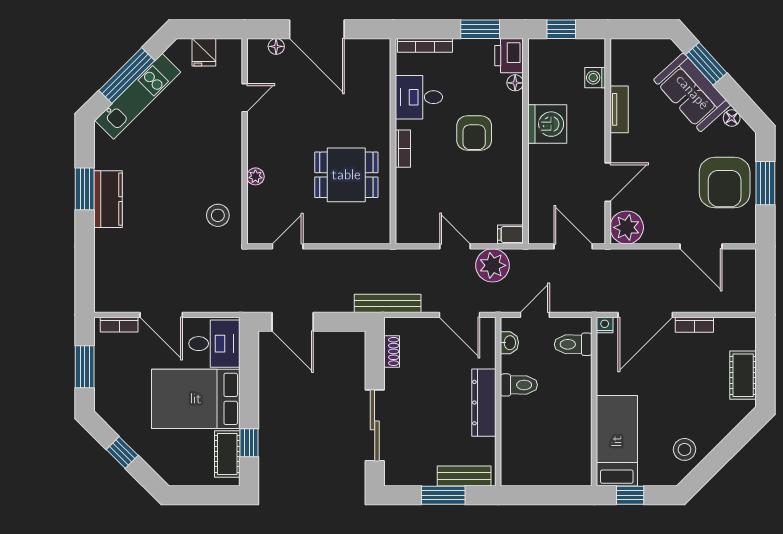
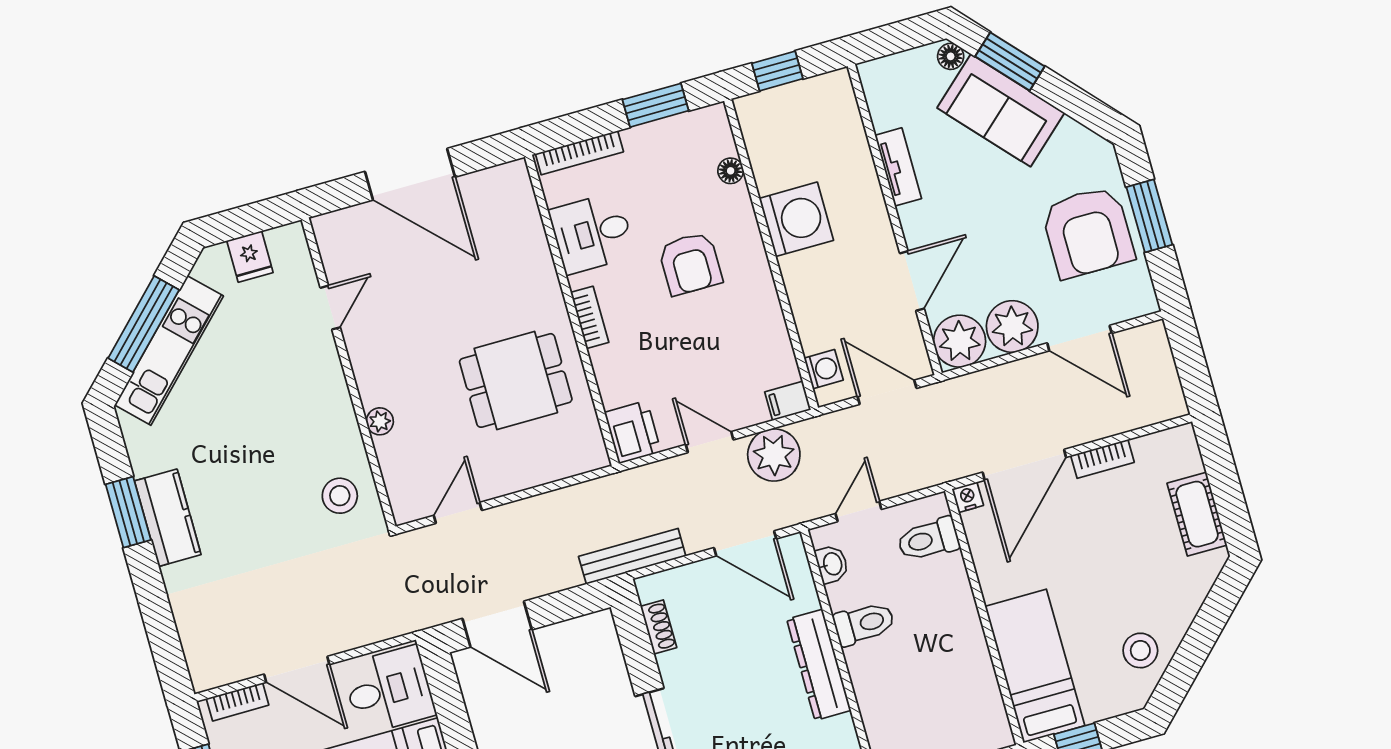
floor lamp: (276, 46) -> (356, 217), removed
printer: (509, 56) -> (633, 432), moved, turned 180
washing machine: (595, 78) -> (824, 369), moved, turned 180
floor lamp: (732, 118) -> (951, 56), moved
plant: (662, 228) -> (1012, 327), added

